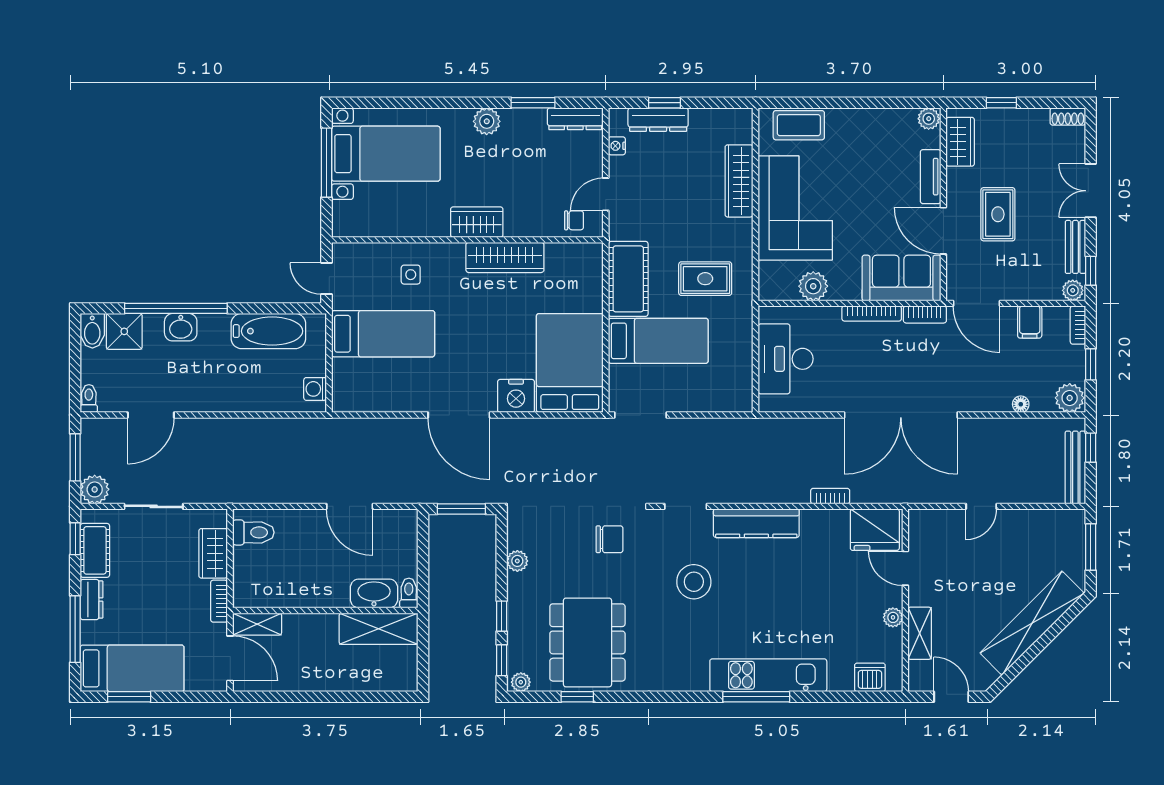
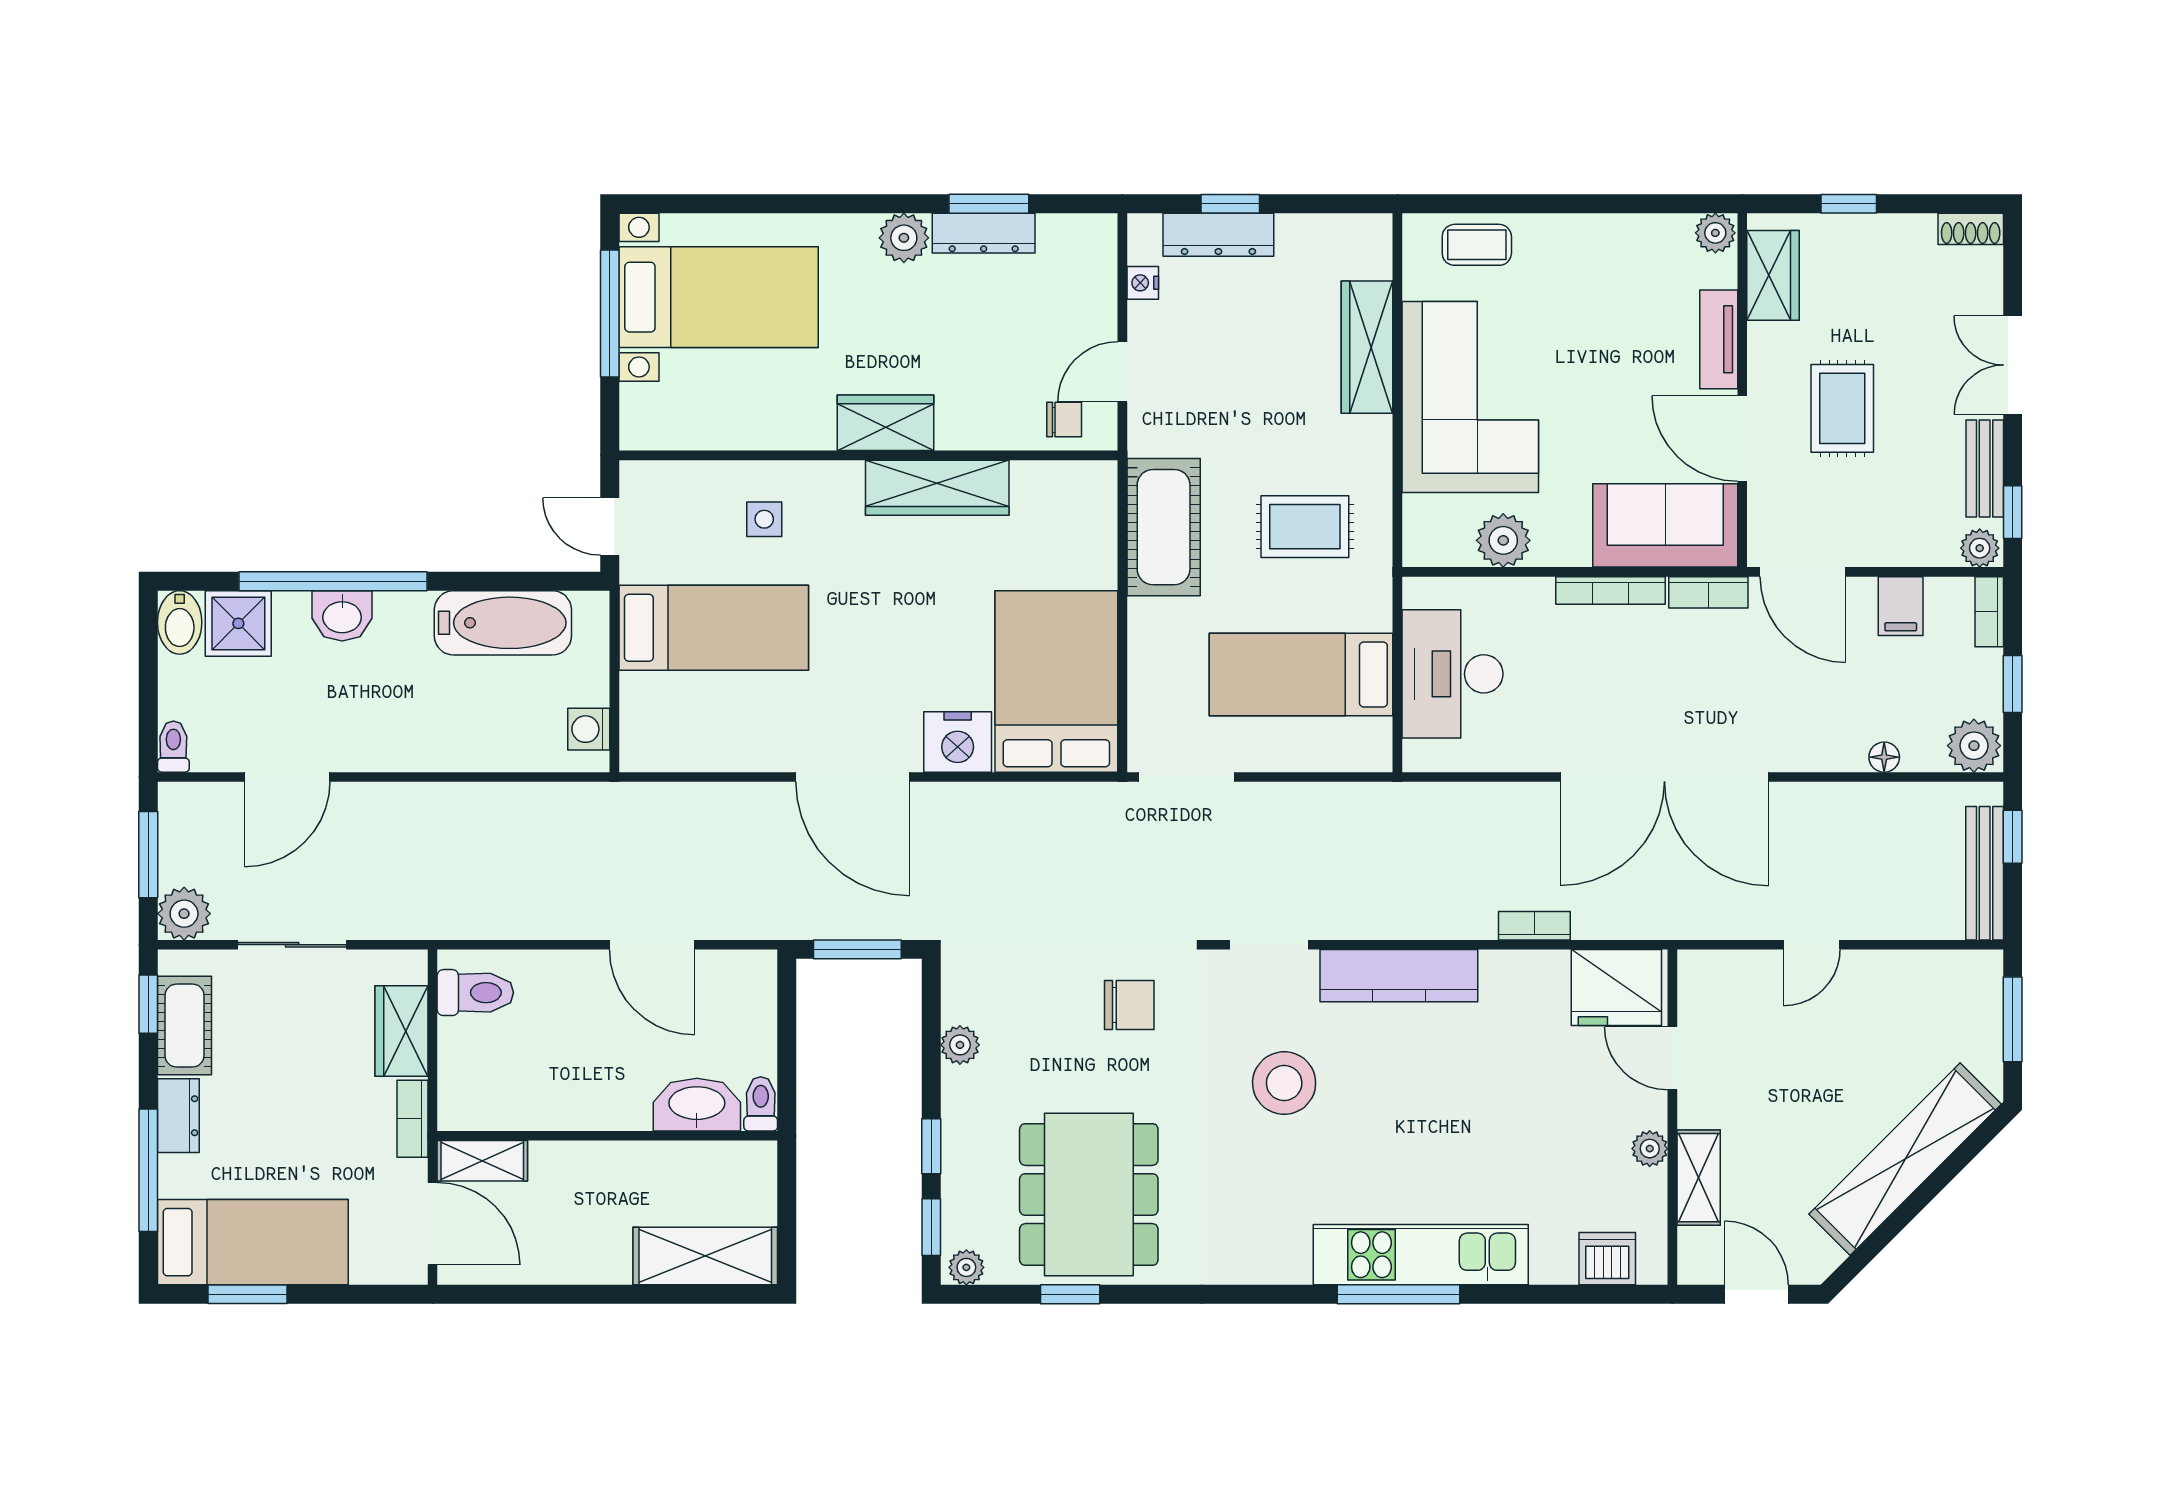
dresser: (575, 119) -> (984, 233), moved
coffee table: (799, 125) -> (1477, 245), width x0.73, depth x0.77
bed: (658, 341) -> (1301, 674), moved, turned 180
shelving: (379, 629) -> (705, 1256), moved

